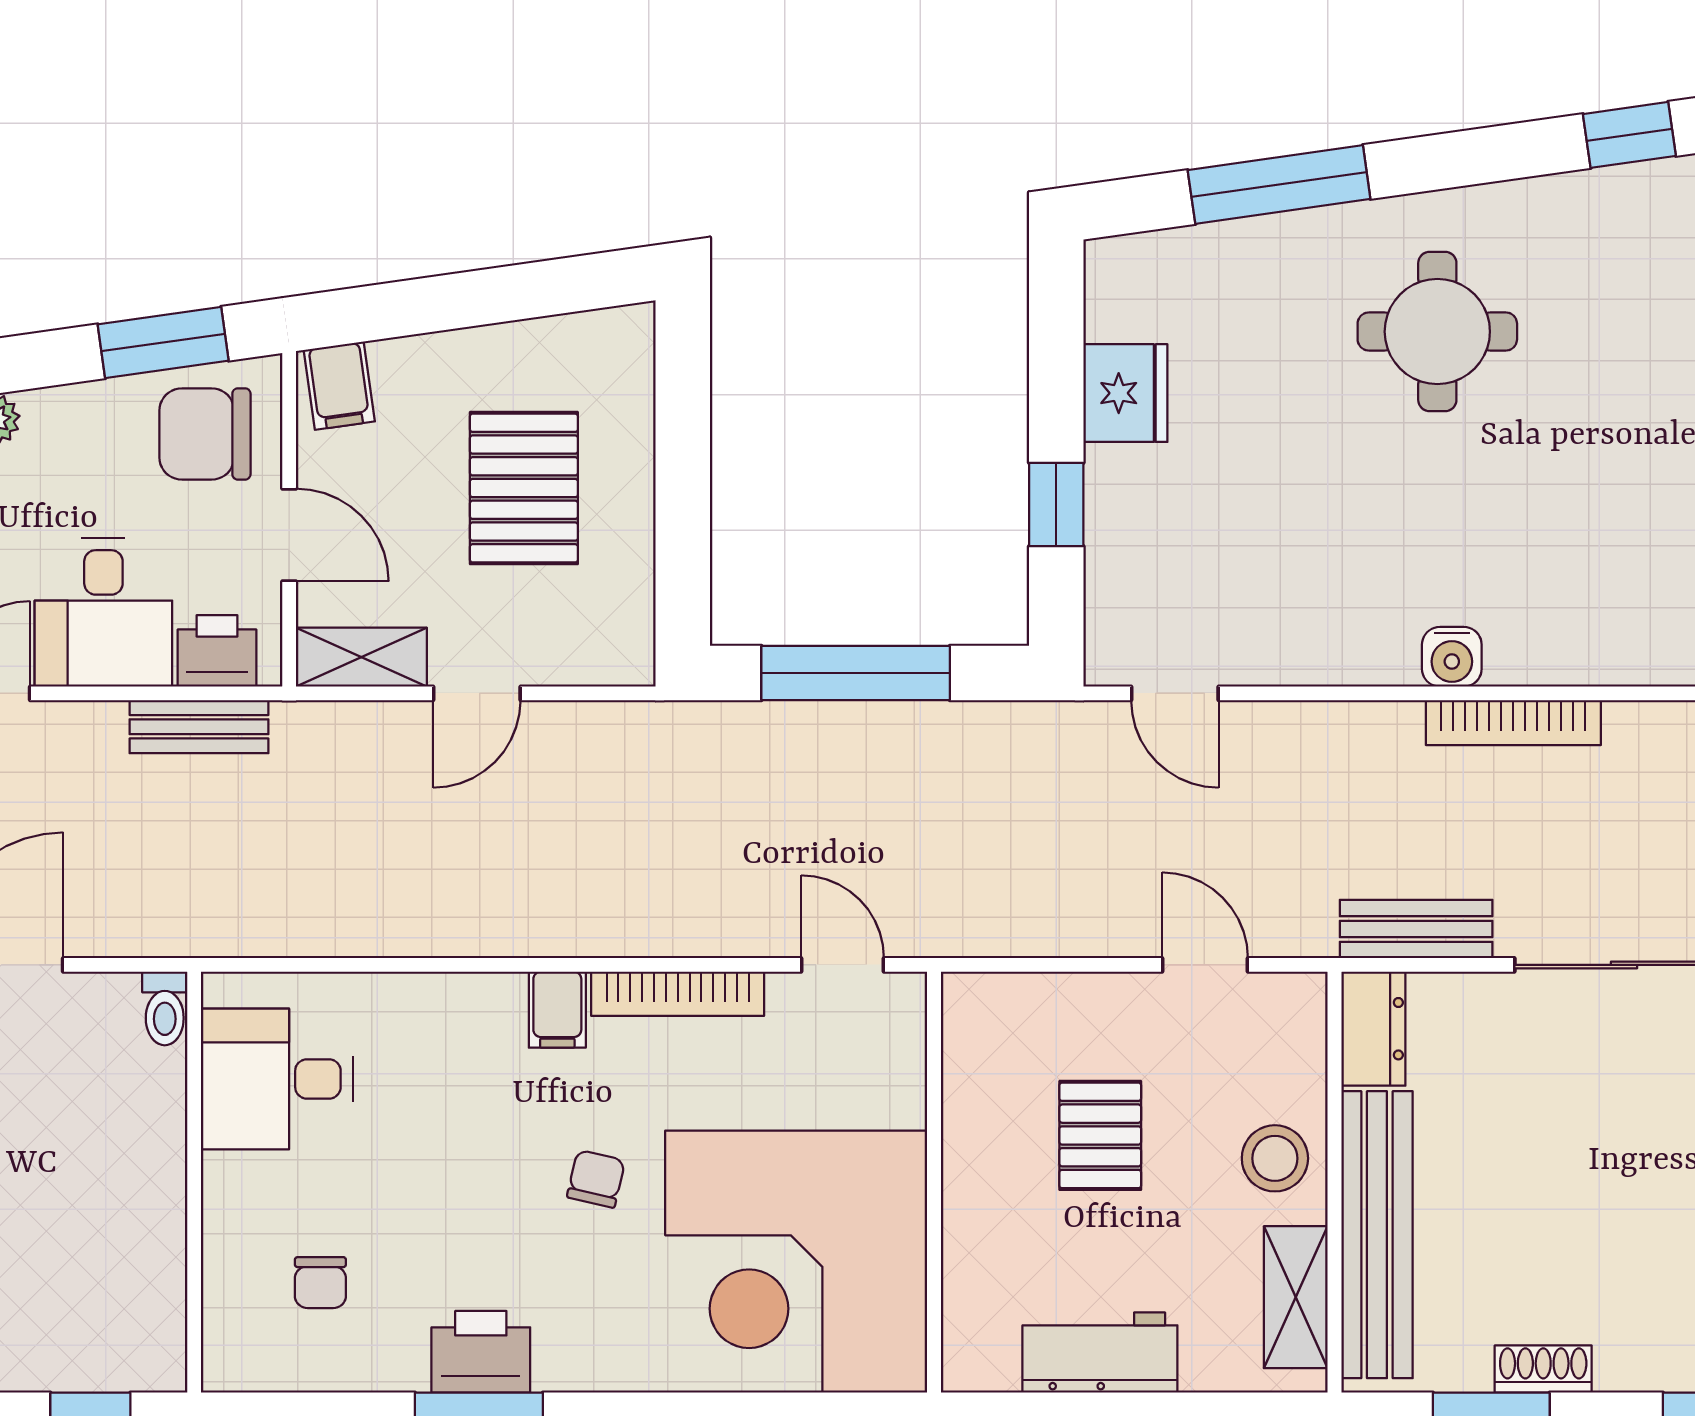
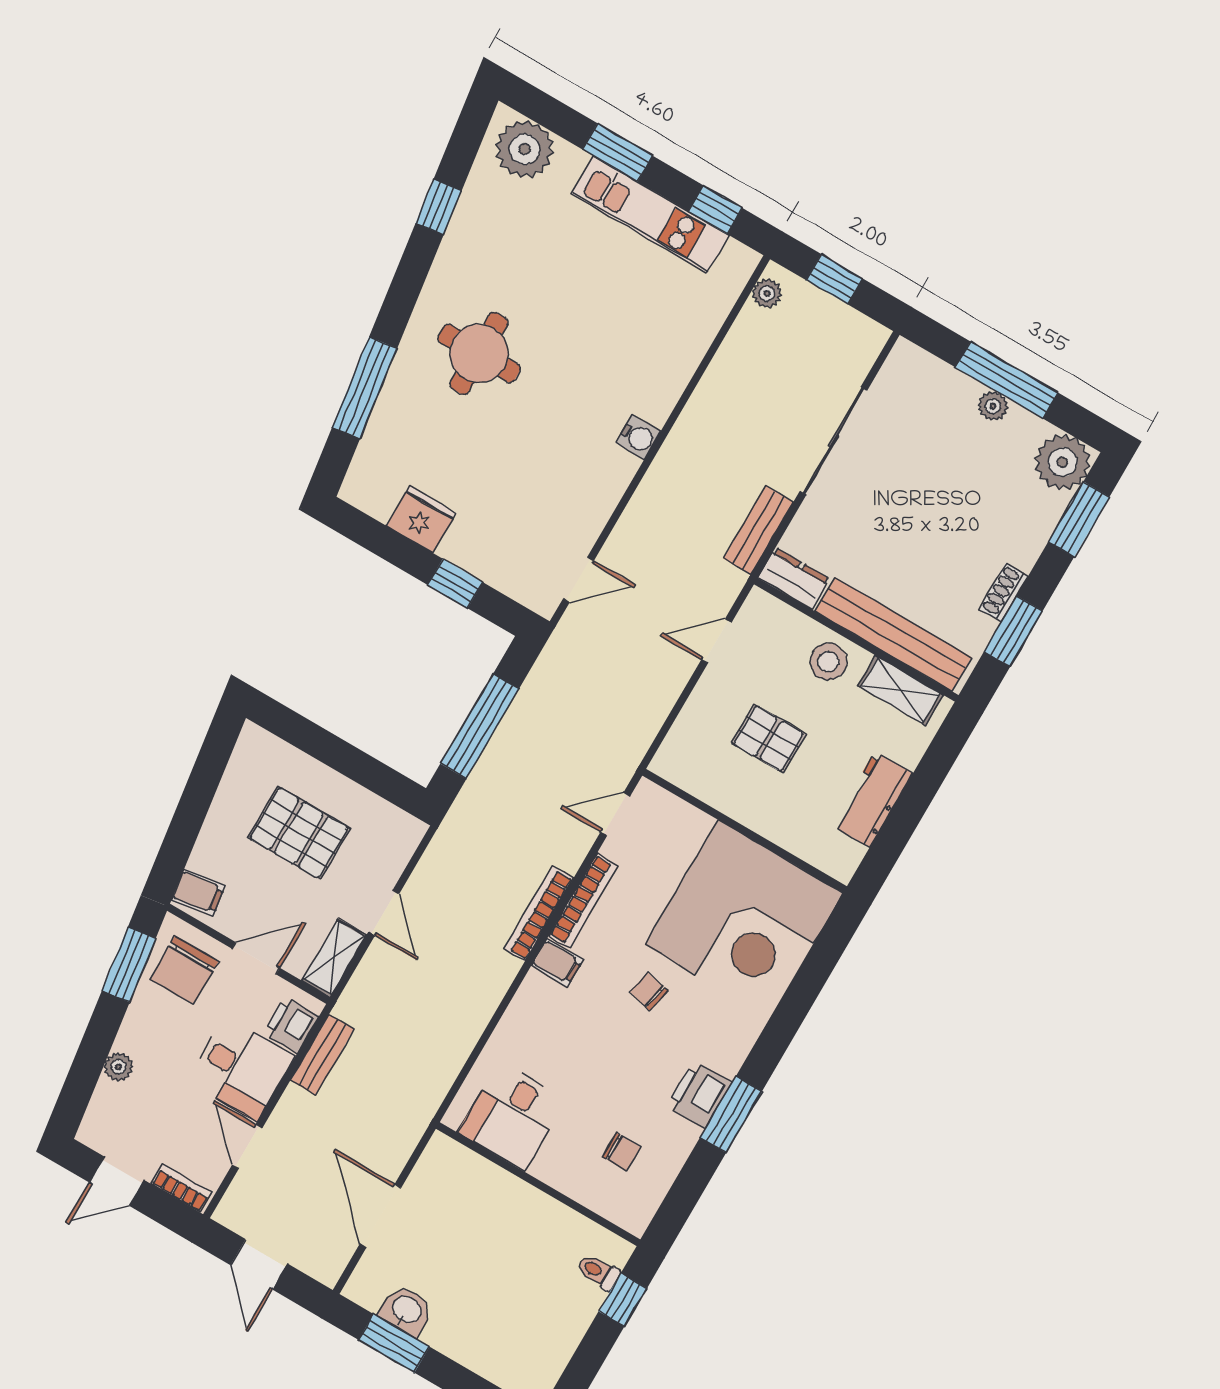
bookcase: (1513, 723) -> (539, 913), moved, turned 180
toilet: (165, 1008) -> (598, 1272), moved, turned 180

